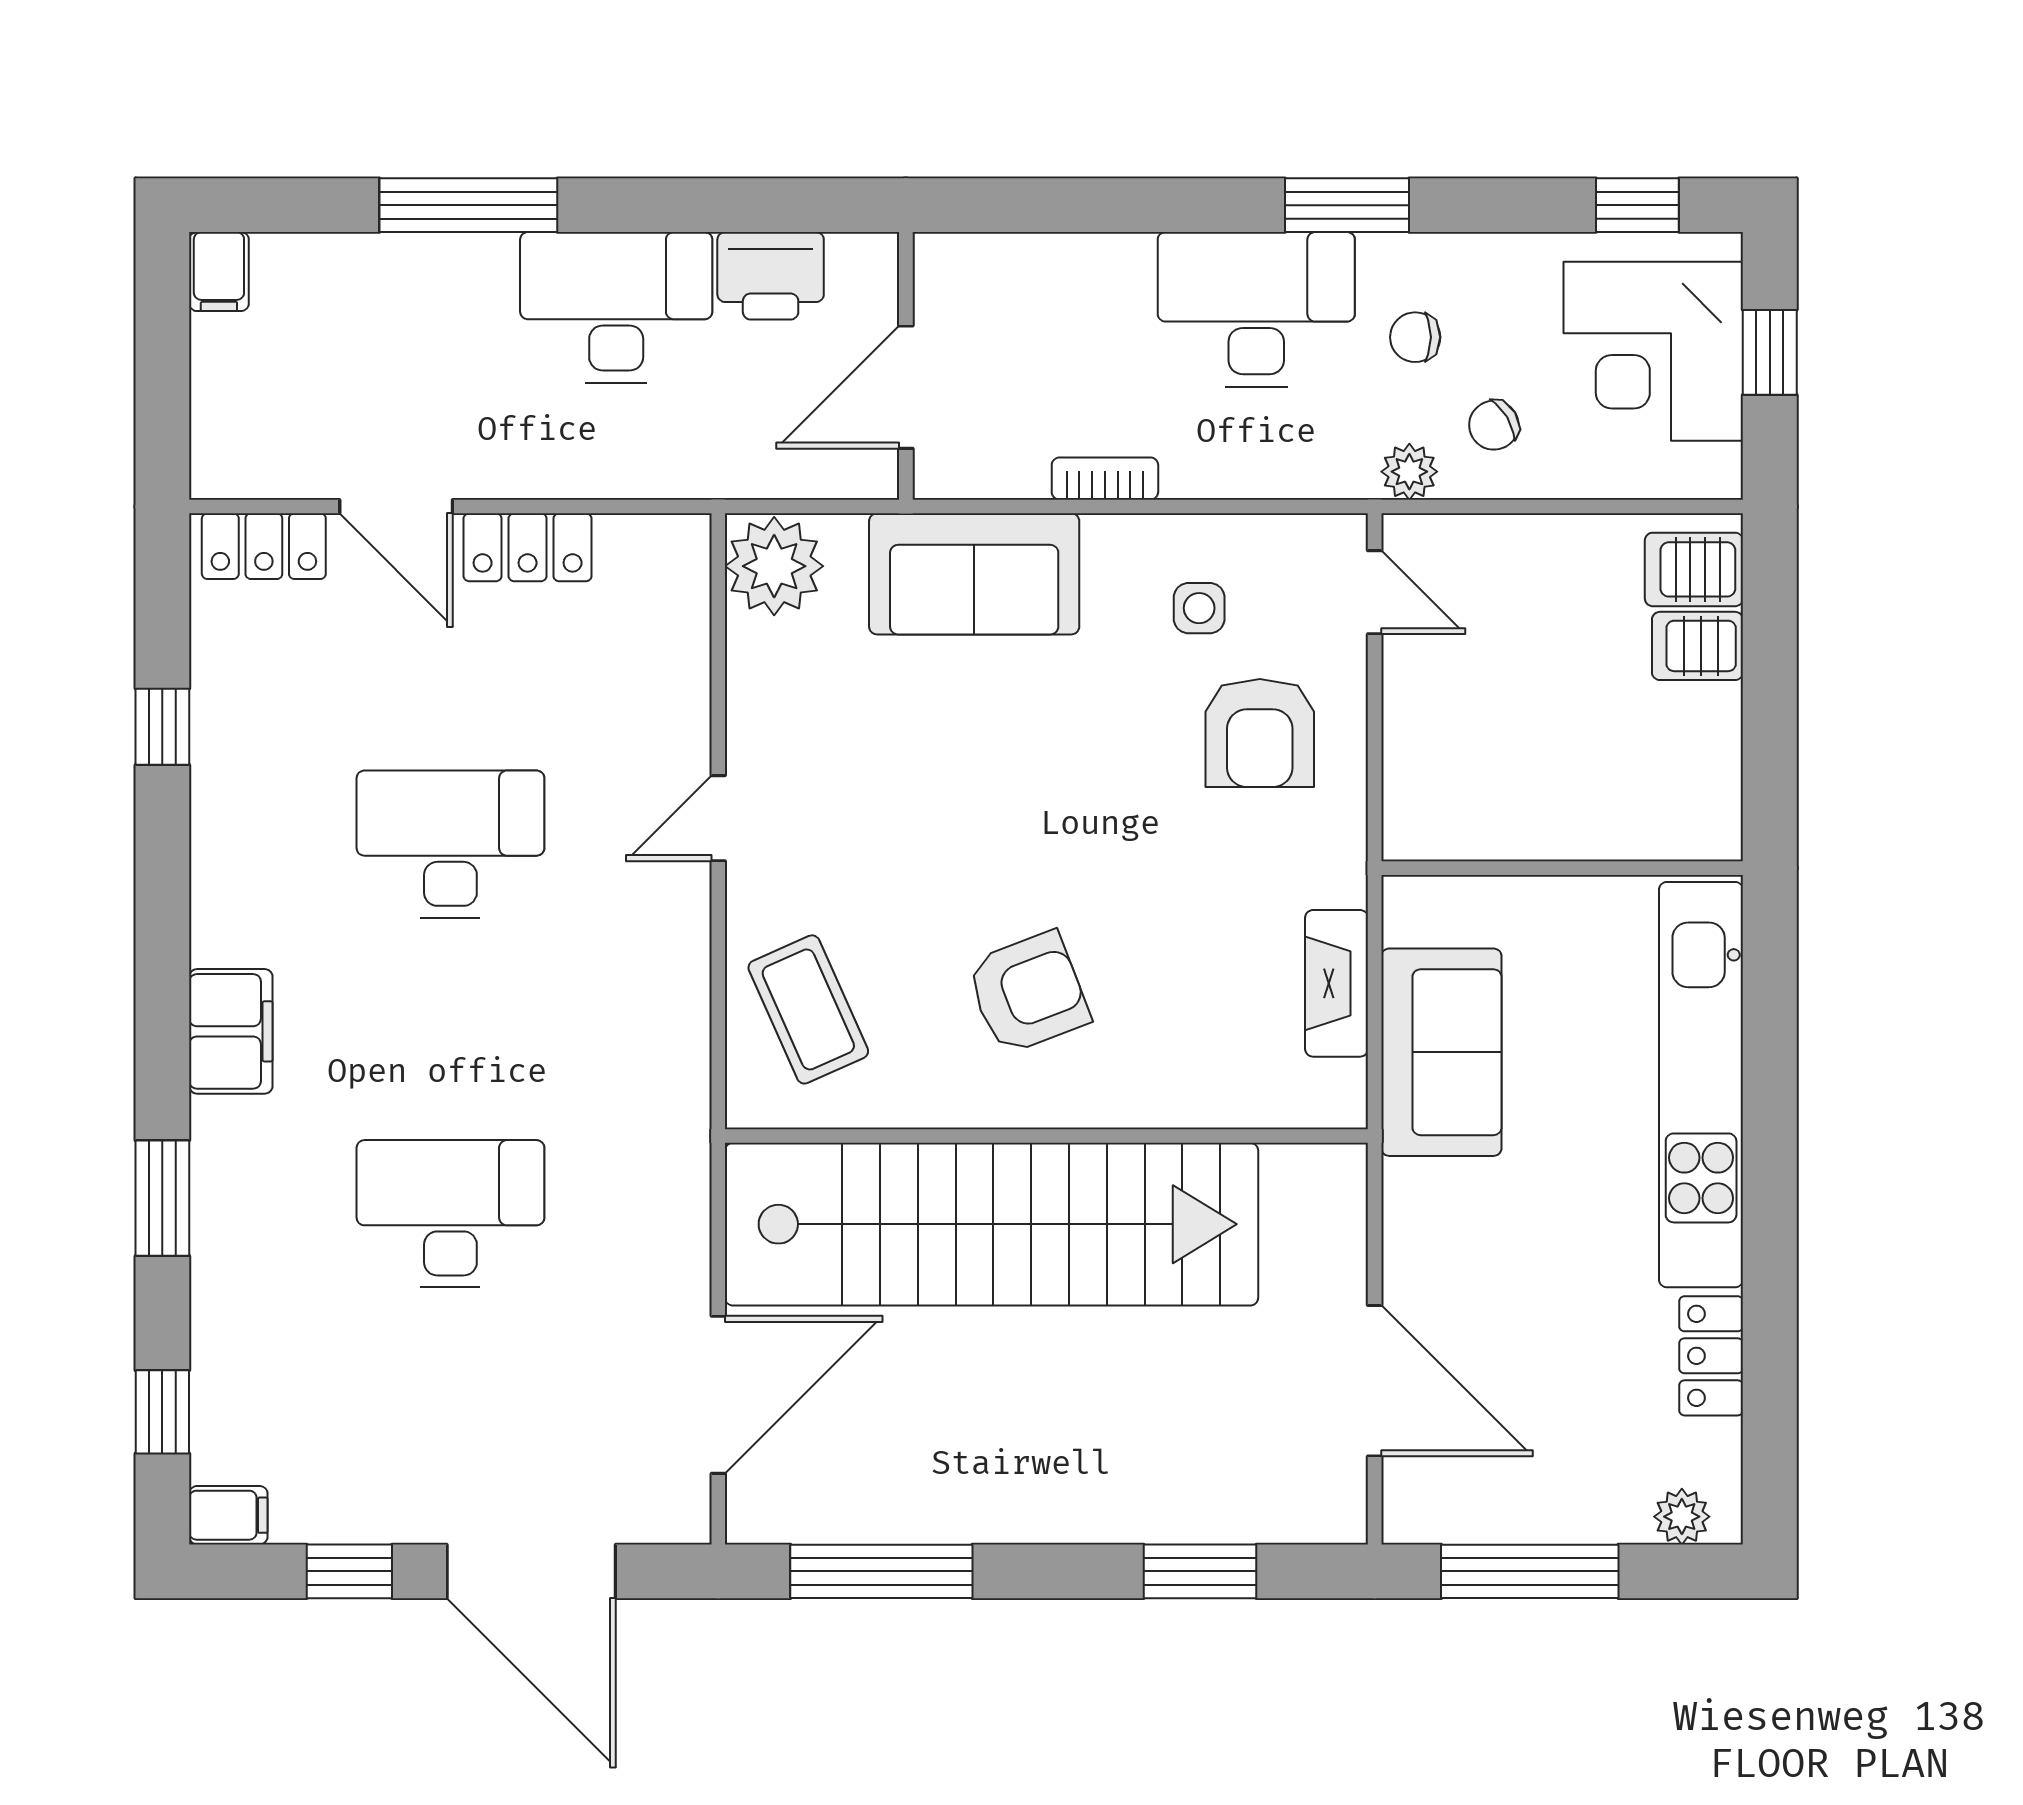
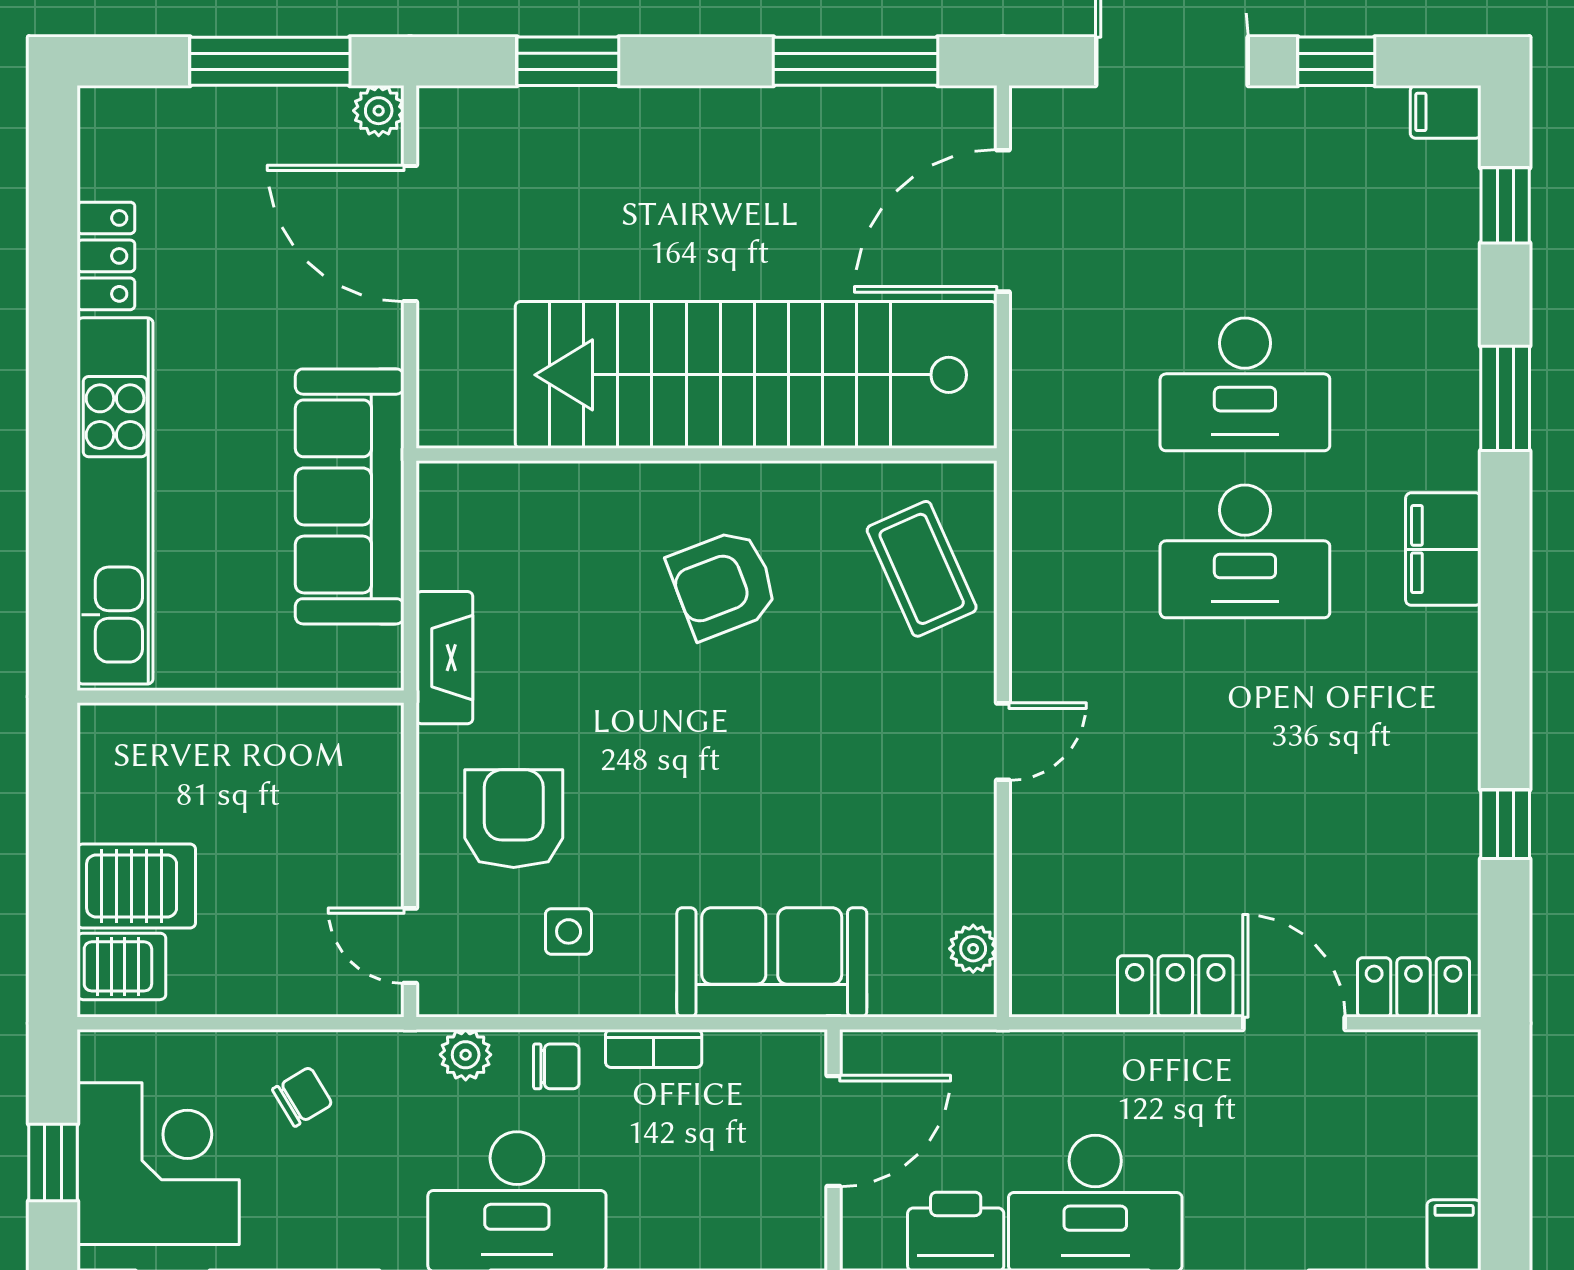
chair: (1415, 337) -> (556, 1066), moved
plant: (1409, 472) -> (466, 1055), moved
plant: (774, 566) -> (973, 949), width x0.53, depth x0.53
server rack: (1697, 646) -> (136, 886), width x1.36, depth x1.44
desk: (450, 844) -> (1245, 551), moved
fireplace: (1337, 983) -> (444, 658), moved
sofa: (1441, 1052) -> (350, 496), width x1.36
plant: (1682, 1517) -> (379, 111), moved

